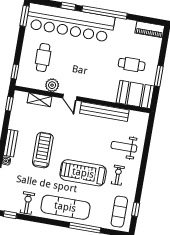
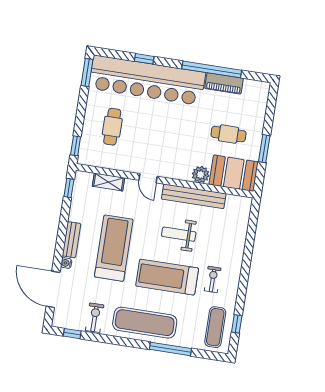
window: (105, 12) -> (212, 69), moved
piano: (150, 29) -> (224, 83), moved
plant: (52, 85) -> (201, 175), moved
weight bench: (124, 147) -> (179, 234), moved
treadmill: (43, 150) -> (114, 248), width x1.37, depth x1.38

